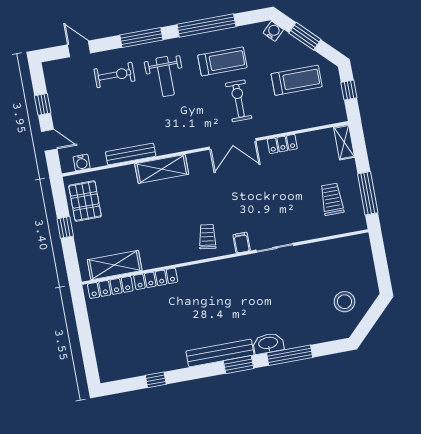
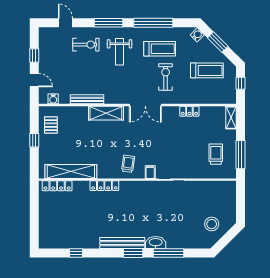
double door: (233, 144) -> (145, 105), moved
pallet: (85, 201) -> (51, 125), width x0.67, depth x0.71
shelving: (115, 265) -> (71, 171), width x1.47
locker: (156, 279) -> (104, 186), moved

